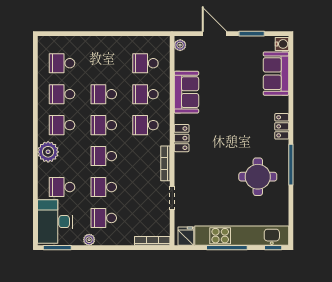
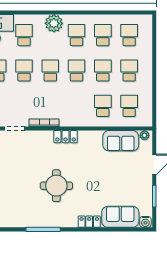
sofa: (186, 92) -> (121, 141), moved
school desk: (145, 125) -> (129, 70), moved
locker: (282, 126) -> (89, 222), moved
round table: (258, 177) -> (56, 186), moved

